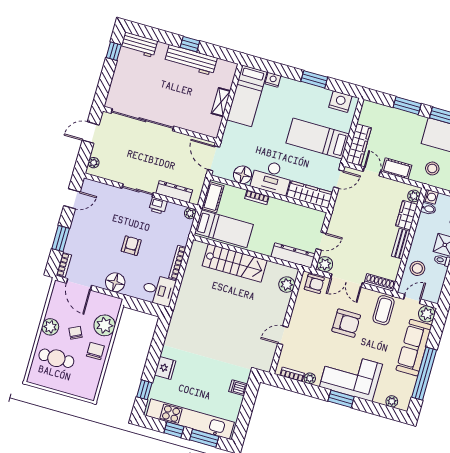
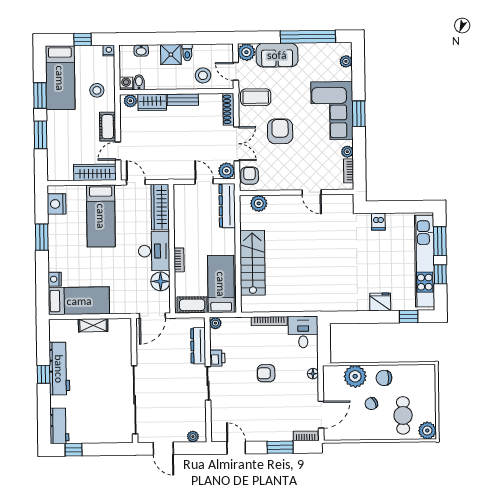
floor lamp: (115, 282) -> (313, 374), width x0.53, depth x0.53
plant: (50, 327) -> (427, 431), moved
sofa: (414, 348) -> (277, 55), width x0.73

